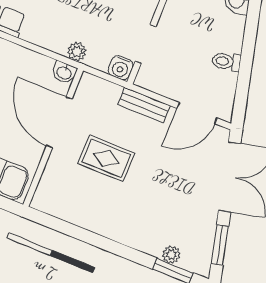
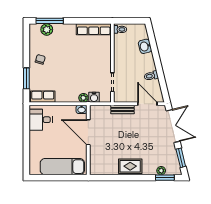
water cooler: (121, 68) -> (94, 97), moved
door: (197, 113) -> (147, 104), swing flipped
rug: (106, 158) -> (130, 166), moved

